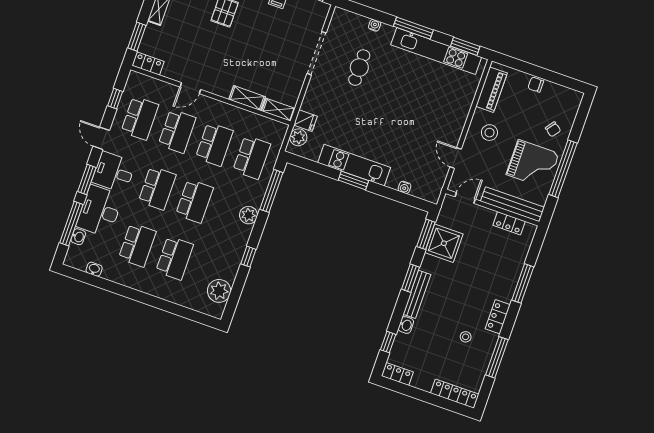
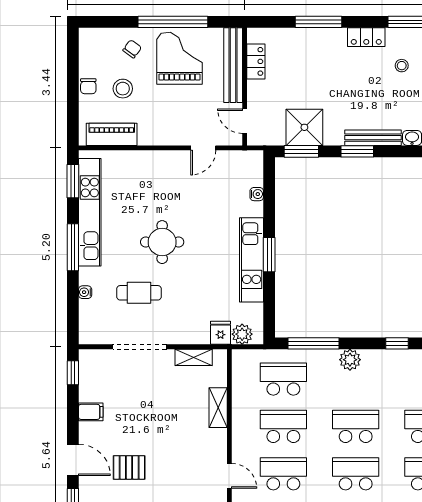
round table: (393, 100) -> (162, 242), added
shelving: (278, 110) -> (194, 357), moved, turned 90
stool: (489, 133) -> (123, 89), moved

